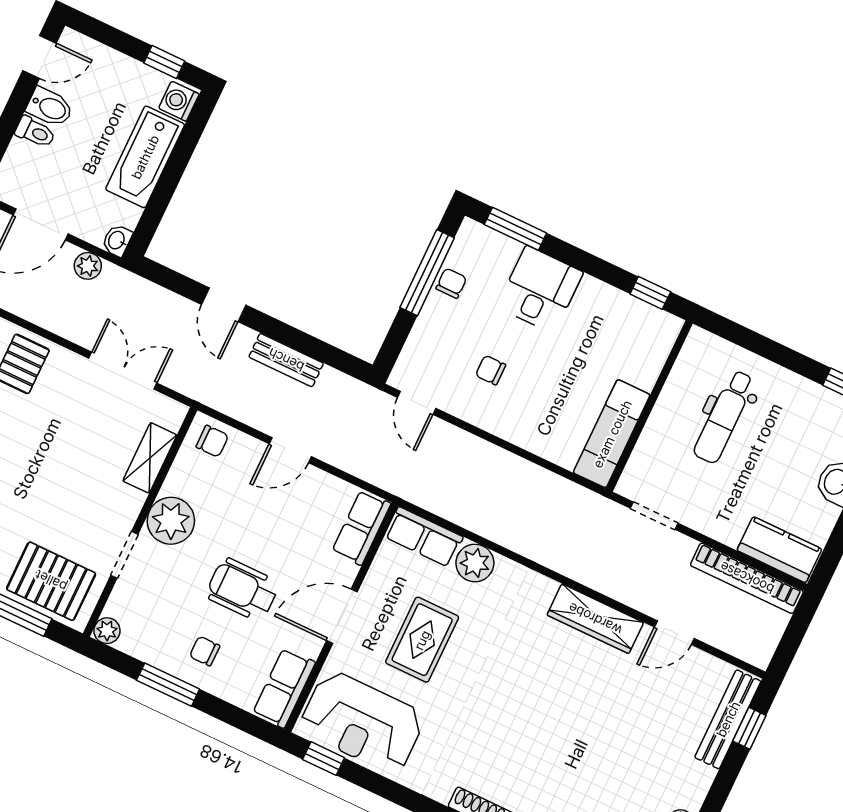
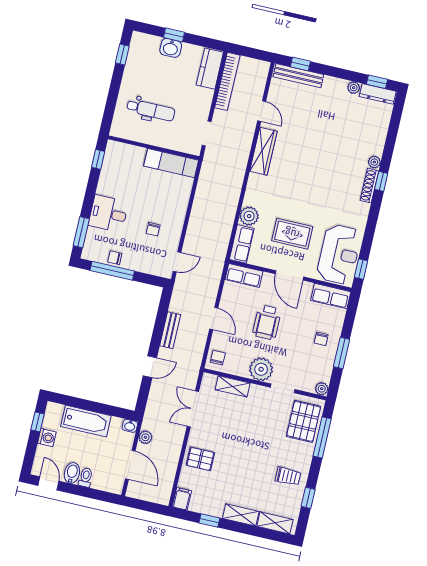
washing machine: (179, 101) -> (47, 438), moved, turned -90
wheelchair: (243, 590) -> (267, 322), moved

